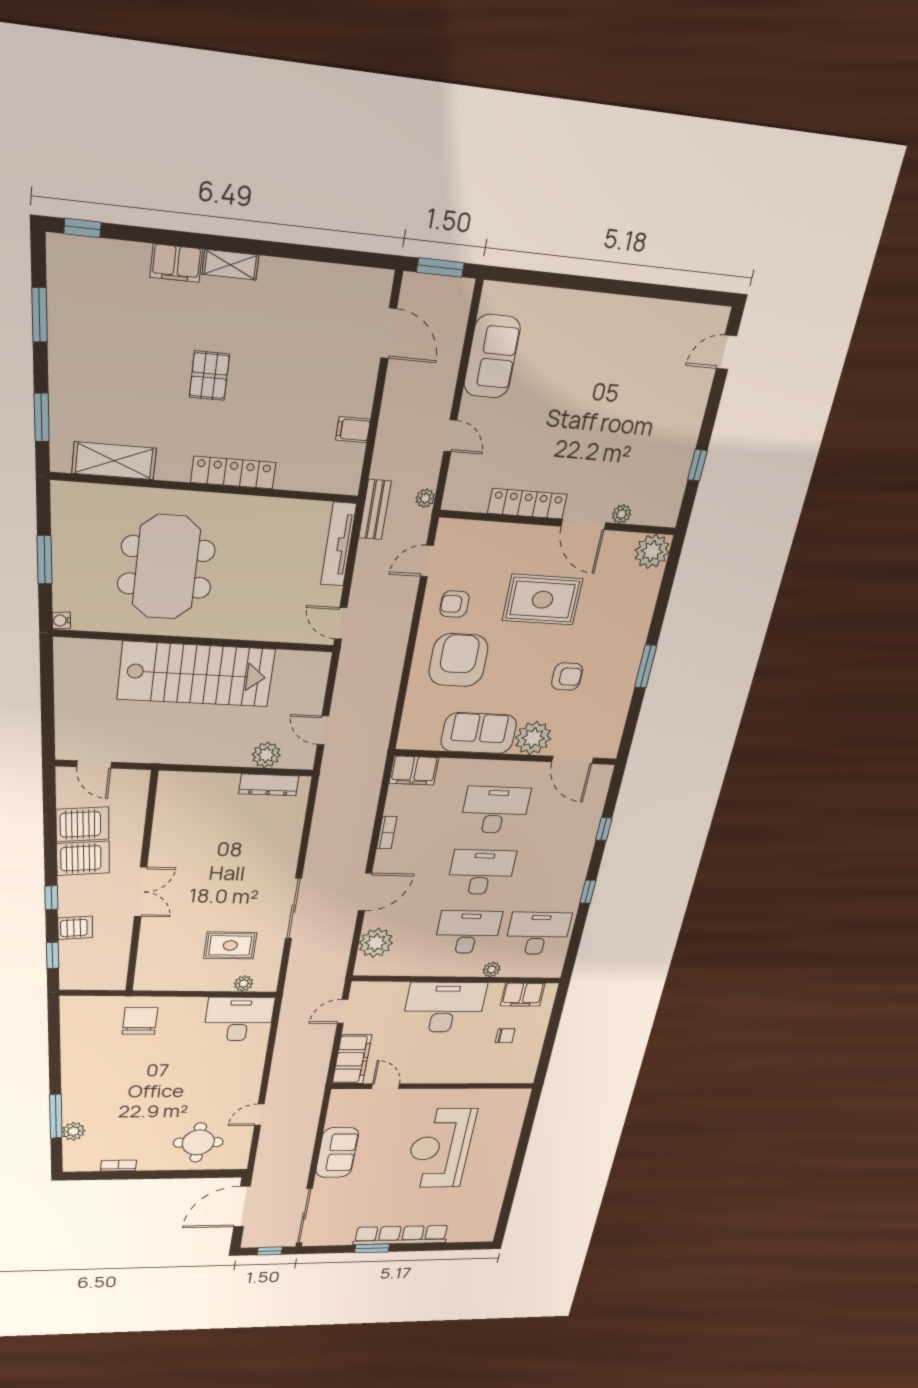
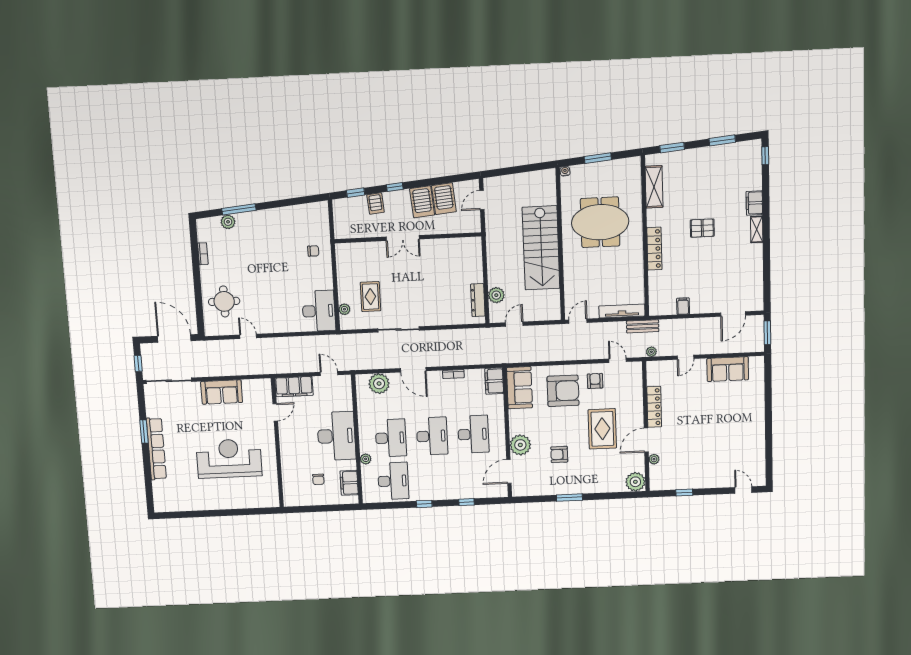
armchair: (567, 676) -> (559, 454), turned 90
sofa: (479, 733) -> (519, 388), moved
chair: (140, 1021) -> (313, 251), width x0.54, depth x0.54

